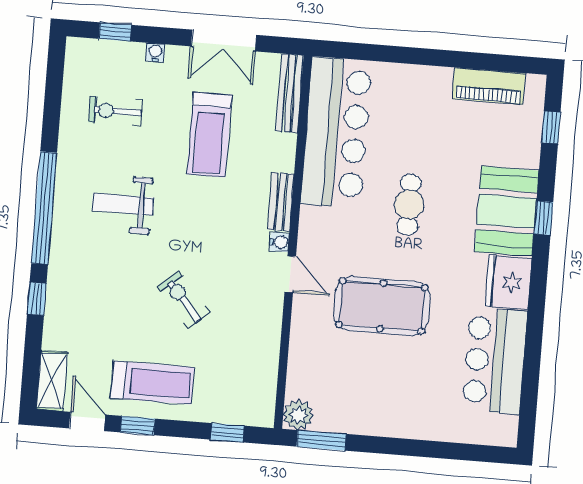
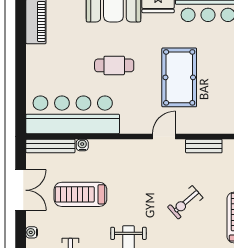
treadmill: (209, 135) -> (80, 194), turned 180
bench: (281, 202) -> (204, 146), moved
water cooler: (279, 242) -> (82, 145), moved

